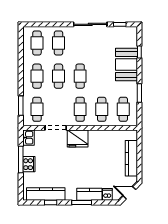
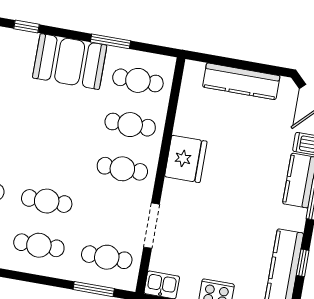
booth: (126, 65) -> (70, 62), moved
cafe table: (80, 76) -> (54, 157), removed
fridge: (78, 138) -> (186, 159), moved

